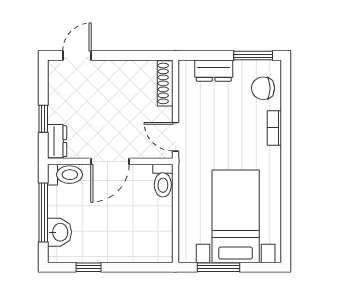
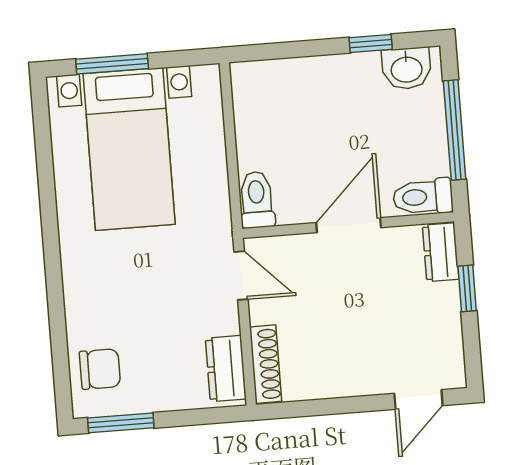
dresser: (214, 71) -> (226, 369), moved, turned -90
bookcase: (274, 128) -> (75, 303), removed
washbasin: (60, 232) -> (406, 68), moved, turned -90
window: (218, 267) -> (112, 64), moved

